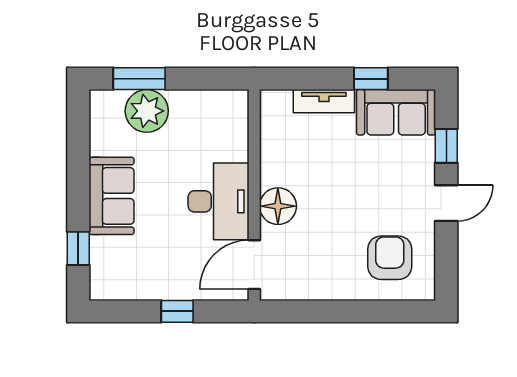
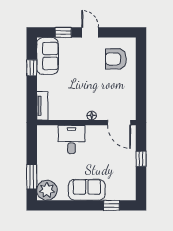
tv unit: (324, 101) -> (42, 106), moved
plant: (147, 111) -> (47, 190), moved
desk: (218, 201) -> (72, 139), moved, width x0.73
floor lamp: (278, 206) -> (92, 116), width x0.53, depth x0.53

